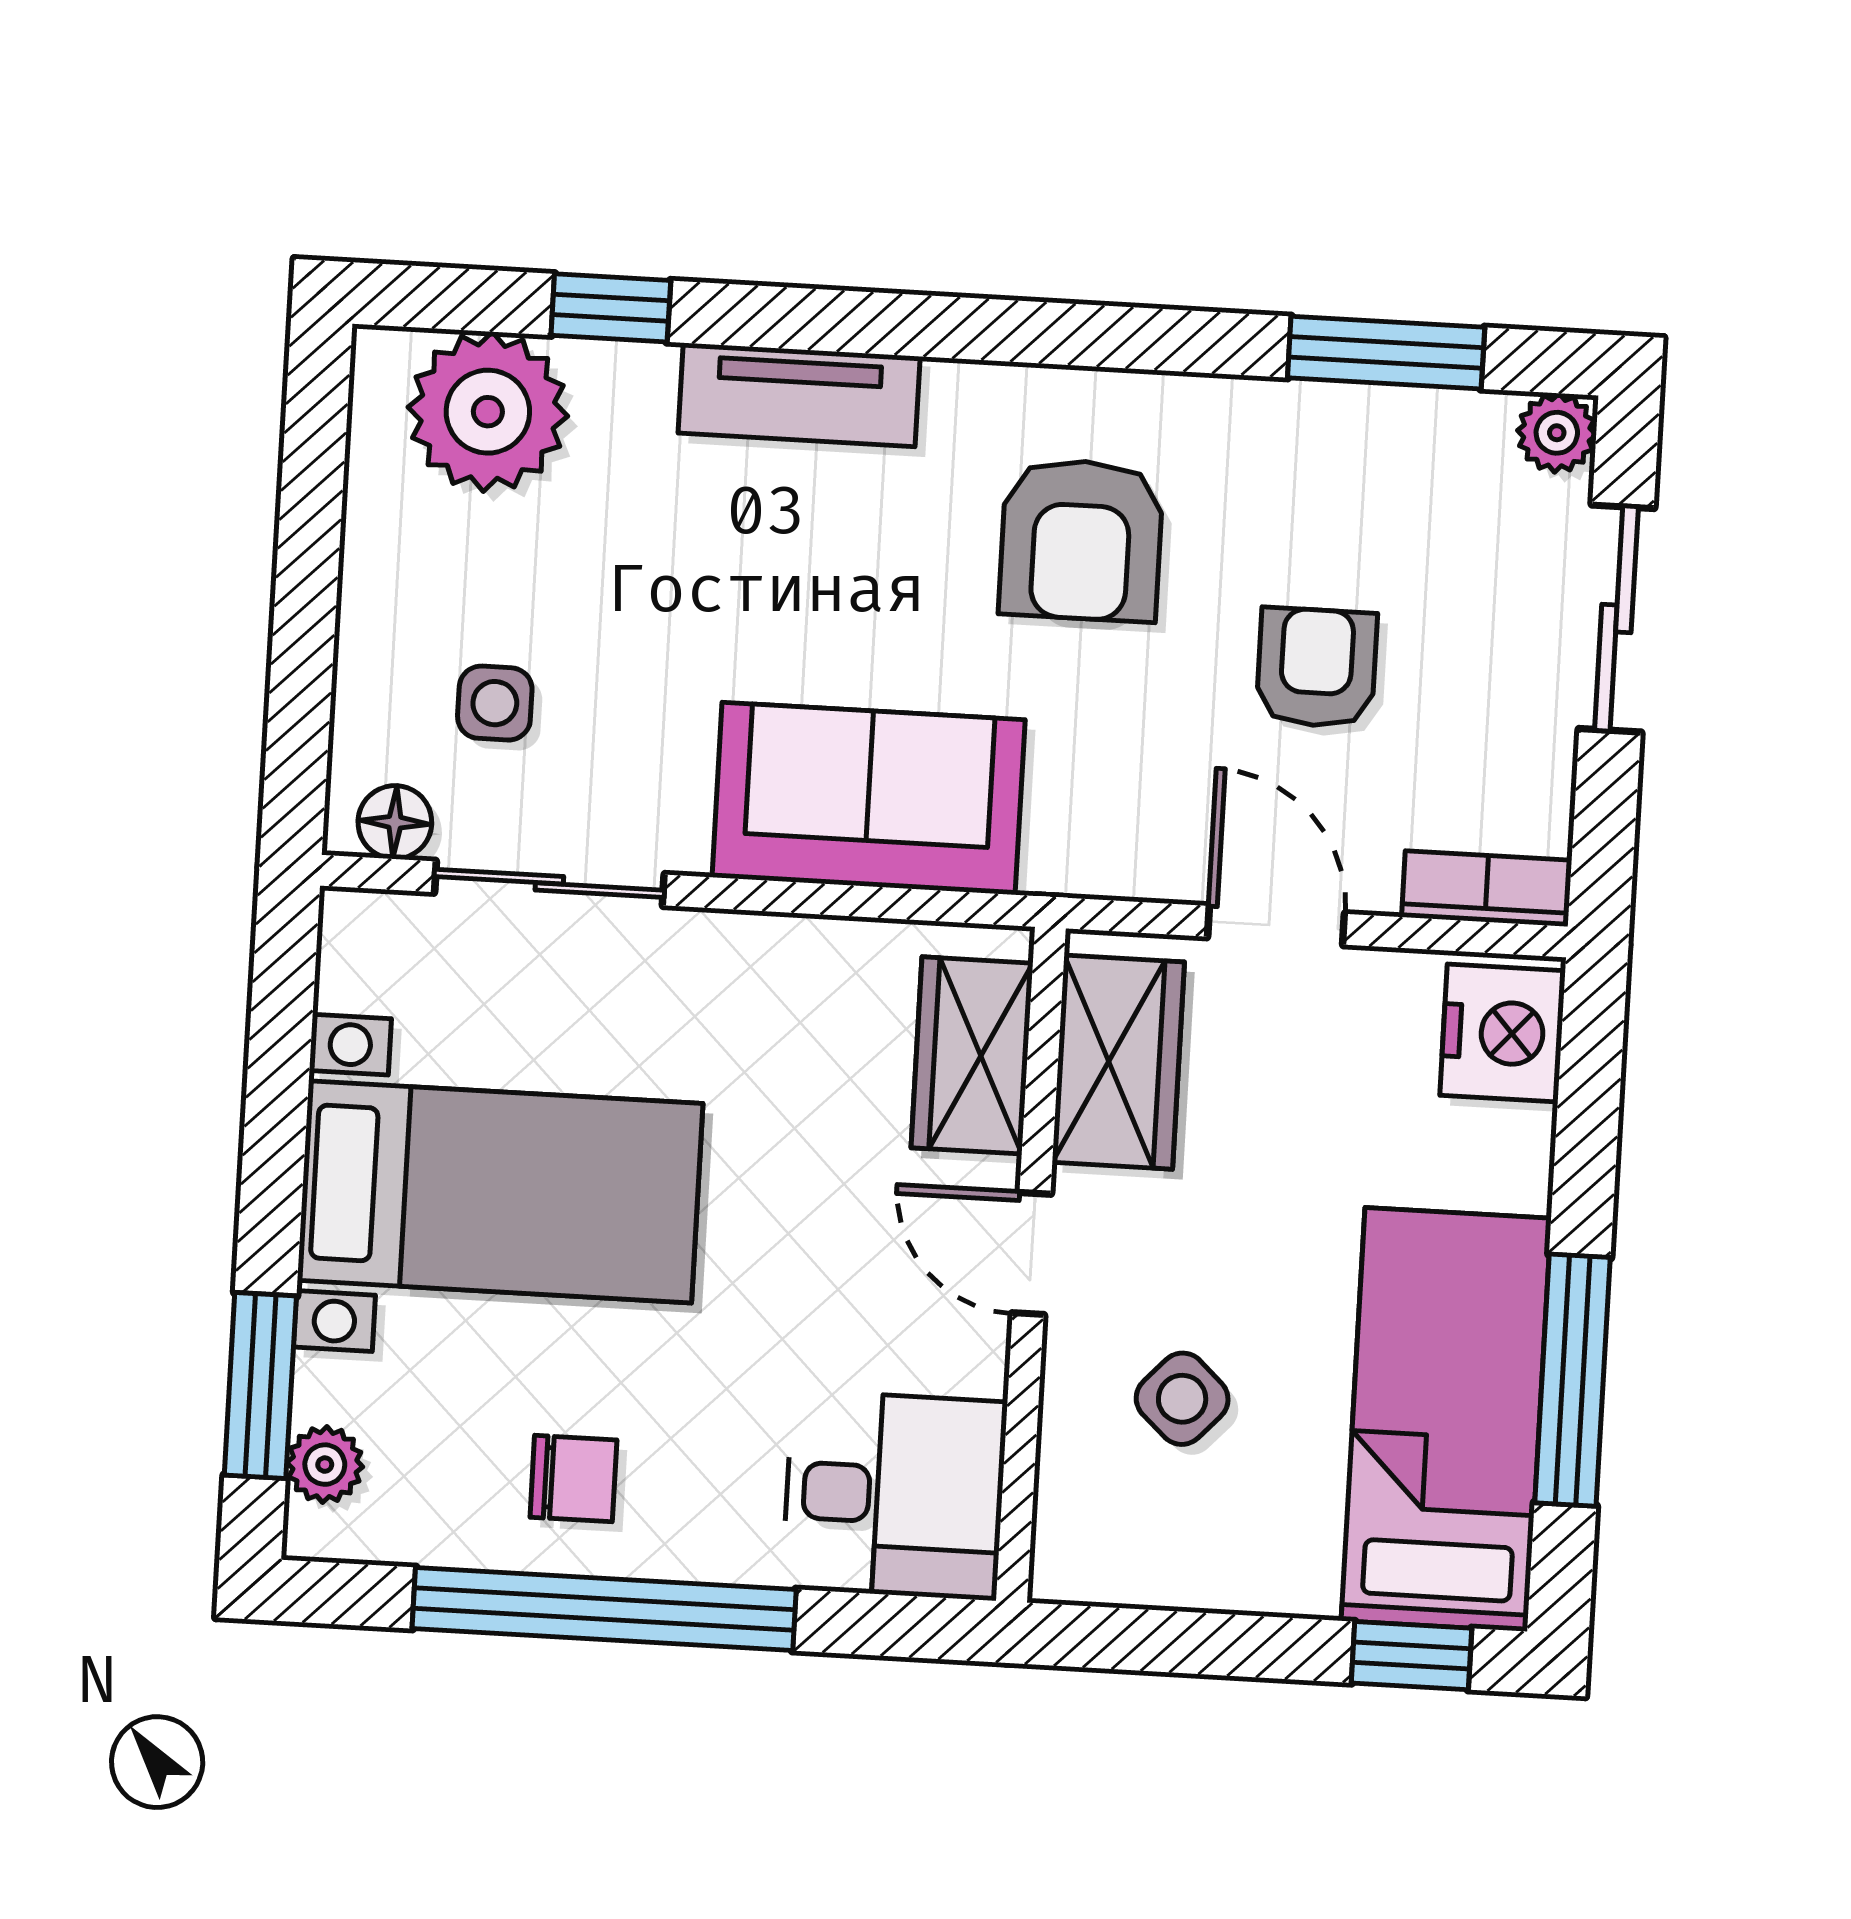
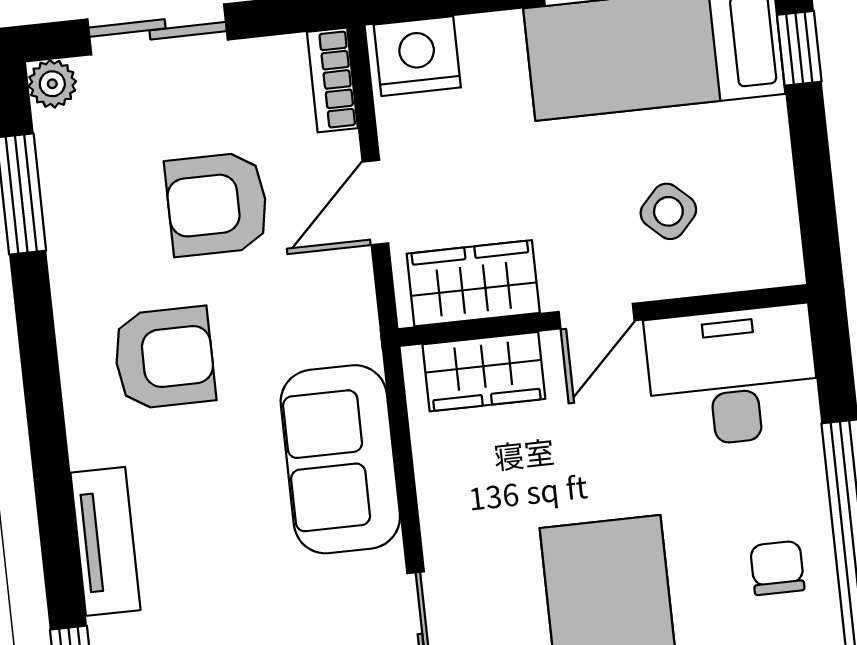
armchair: (1317, 668) -> (217, 204), width x1.38, depth x1.38
desk: (894, 1495) -> (733, 376), width x1.37

